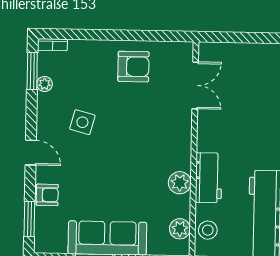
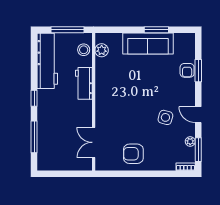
door: (31, 153) -> (198, 115), moved
plant: (180, 183) -> (102, 80), removed
armchair: (47, 195) -> (187, 70), turned -90
window: (29, 219) -> (198, 71), moved

